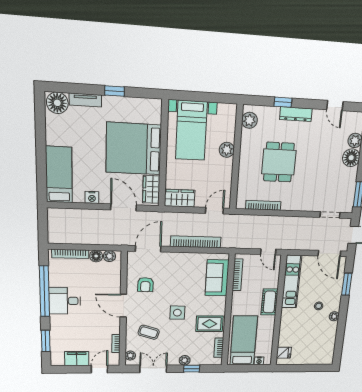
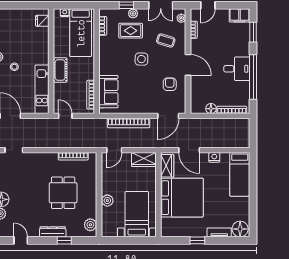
plant: (109, 256) -> (200, 109), removed
rug: (209, 324) -> (131, 31), moved
filing cabinet: (77, 359) -> (239, 15), moved

